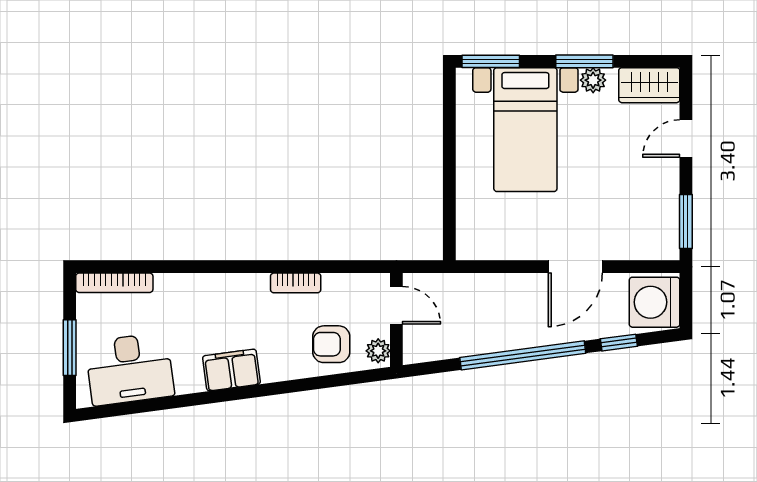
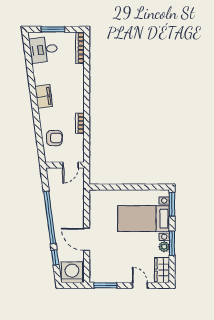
armchair: (331, 344) -> (54, 138), turned 90
plant: (378, 351) -> (52, 157), removed
desk: (130, 369) -> (43, 50), width x0.73

